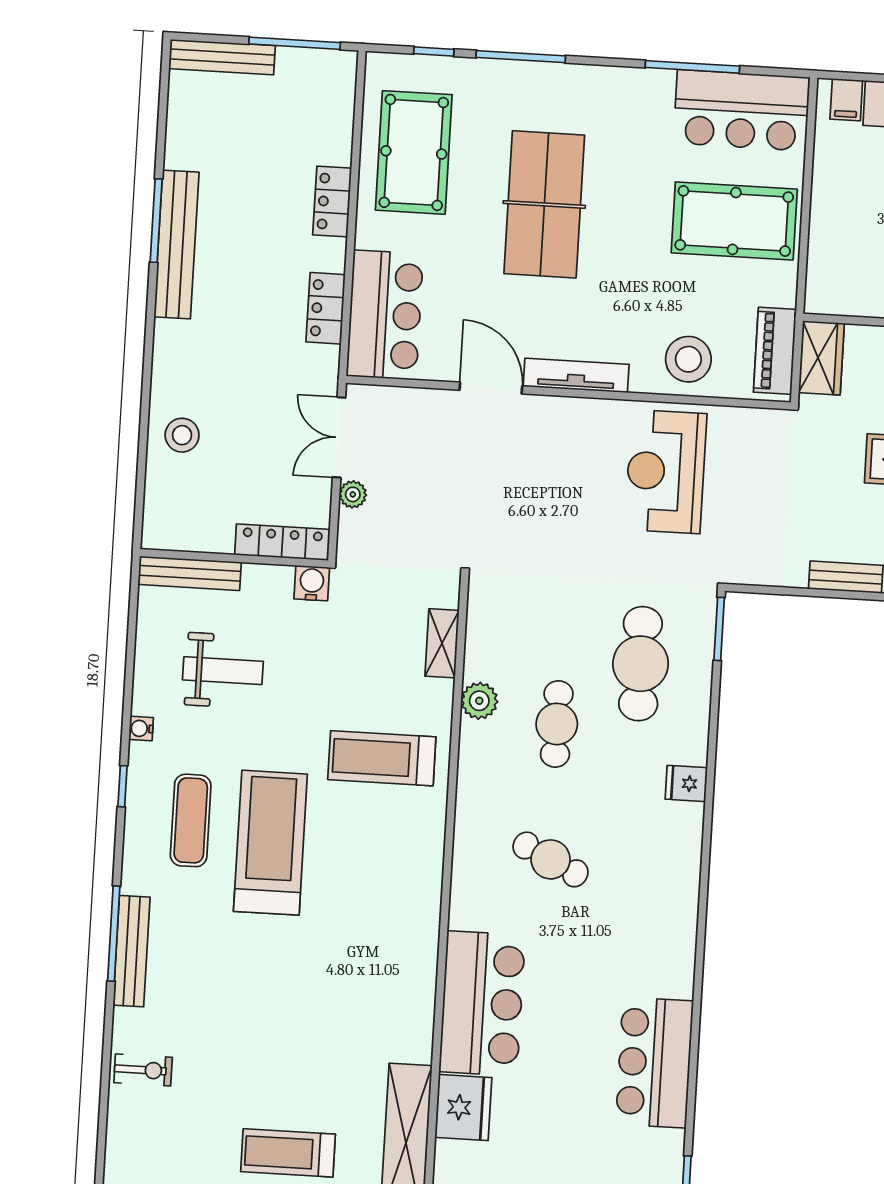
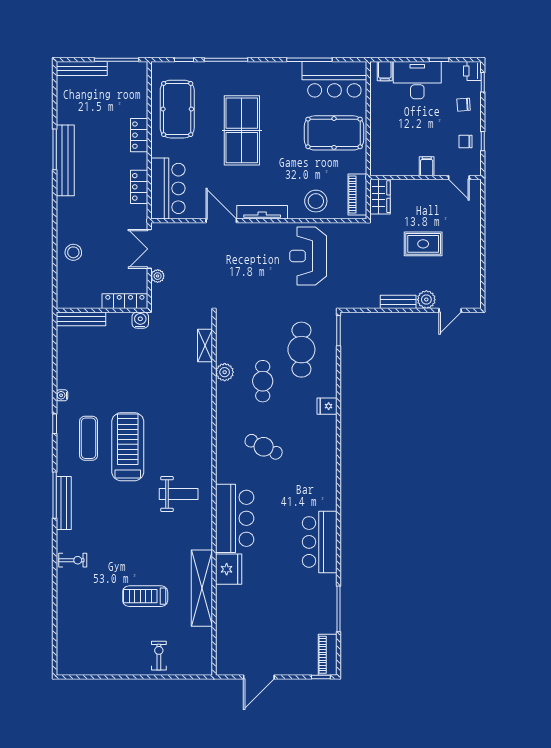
weight bench: (223, 671) -> (179, 494), moved
treadmill: (382, 758) -> (179, 403), removed

